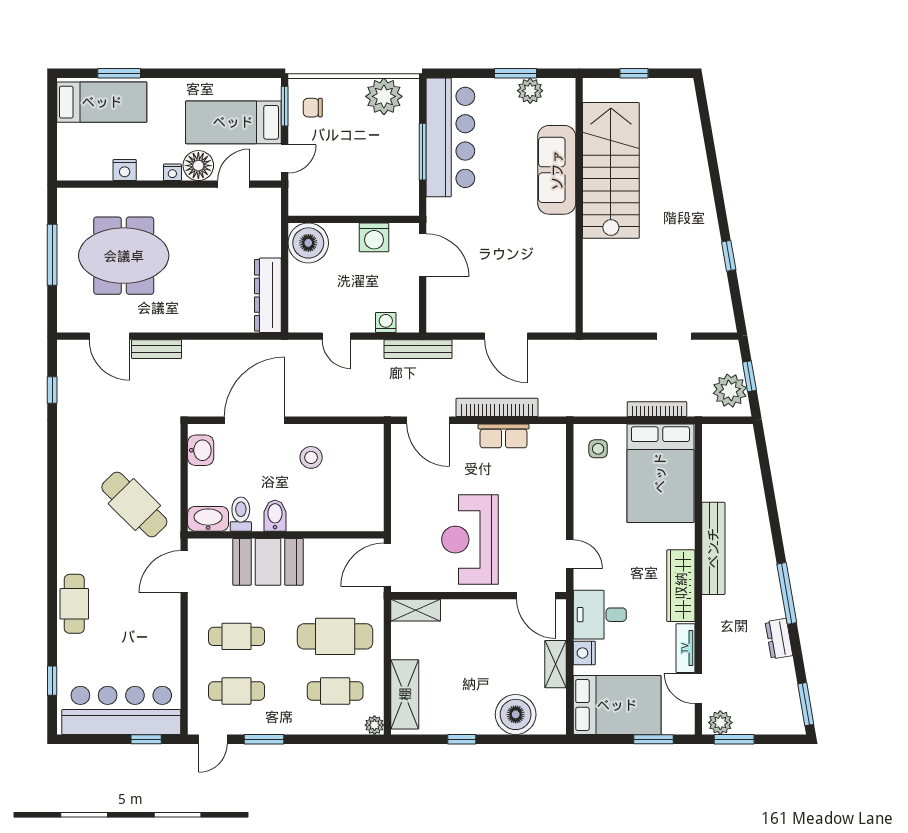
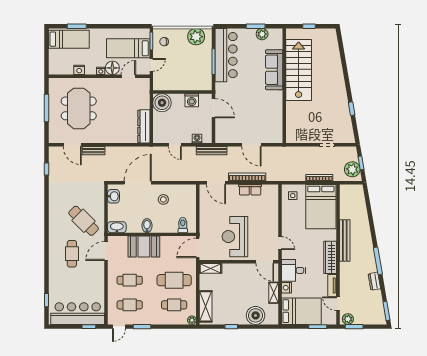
meeting table: (124, 256) -> (79, 108), turned 90
toilet: (241, 514) -> (183, 225), moved
cafe table: (74, 604) -> (72, 254), moved

